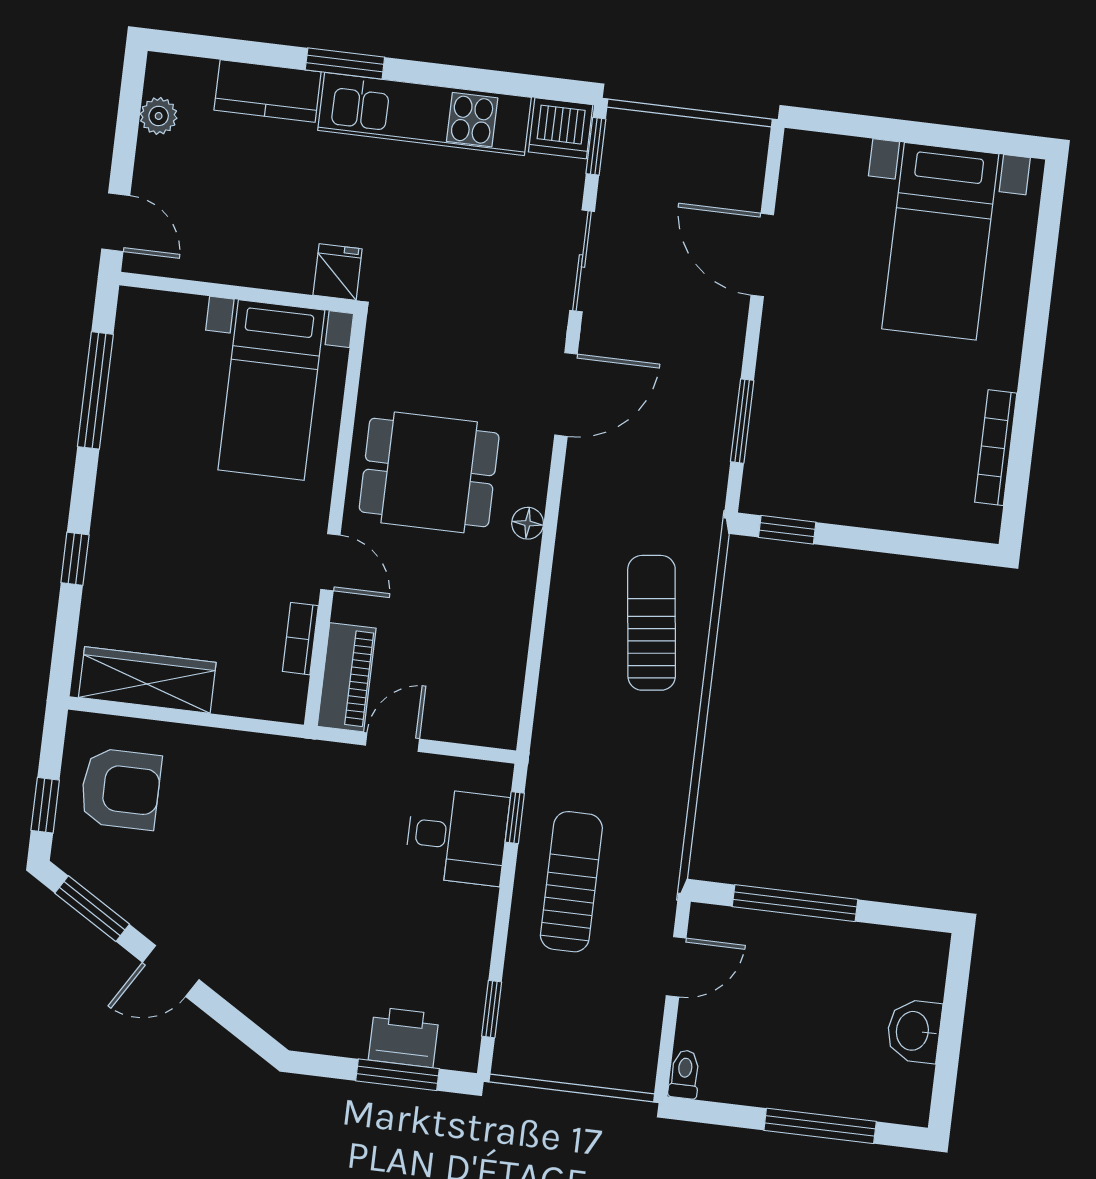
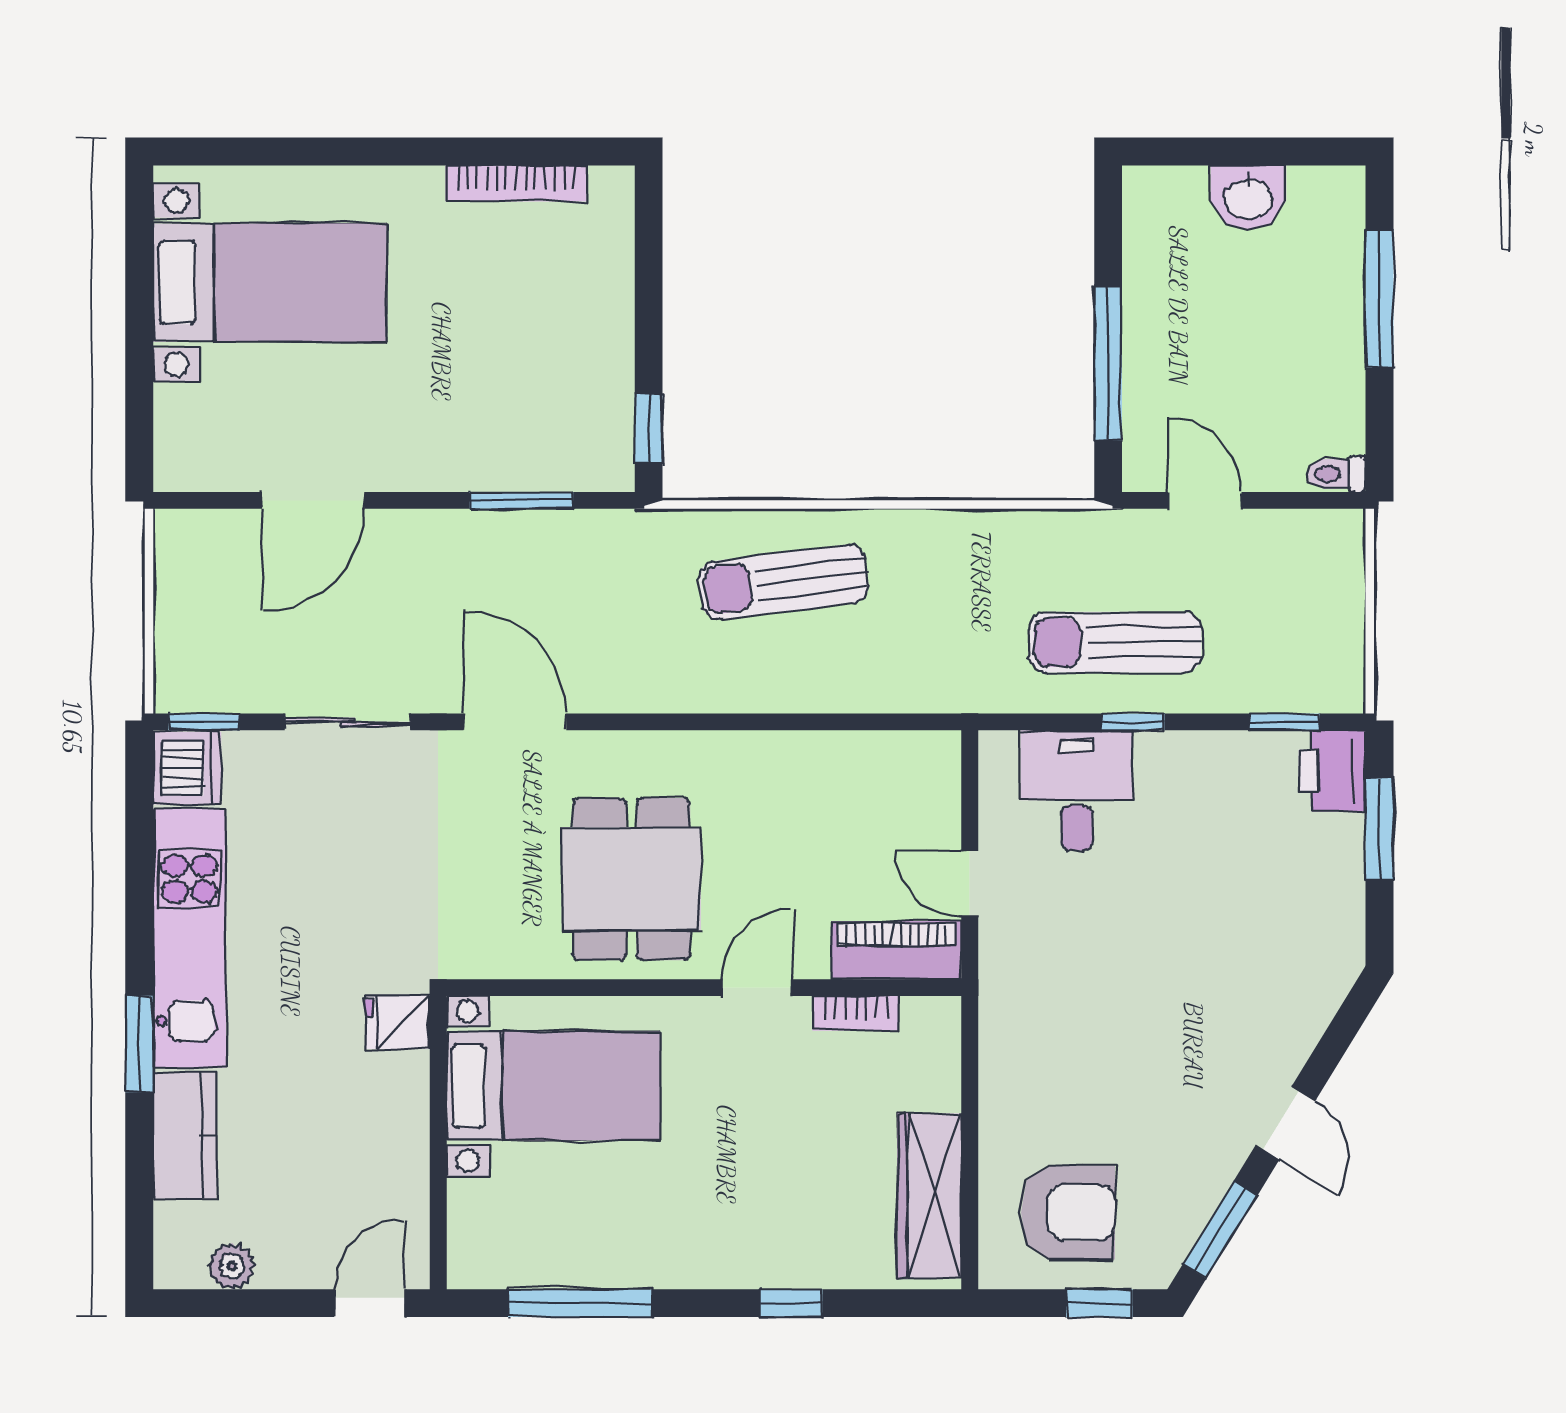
floor lamp: (528, 523) -> (679, 750), removed
armchair: (121, 789) -> (1068, 1213), turned 90
window: (515, 818) -> (1133, 722), moved
printer: (404, 1037) -> (1332, 771), moved

